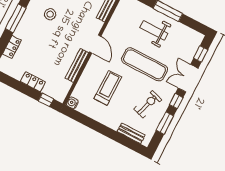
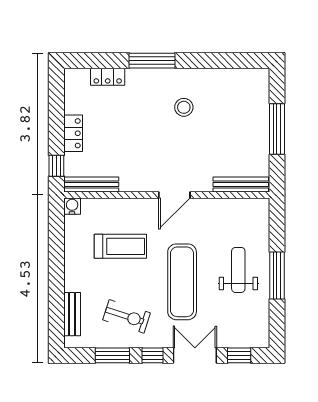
bench: (77, 65) -> (91, 185), moved

